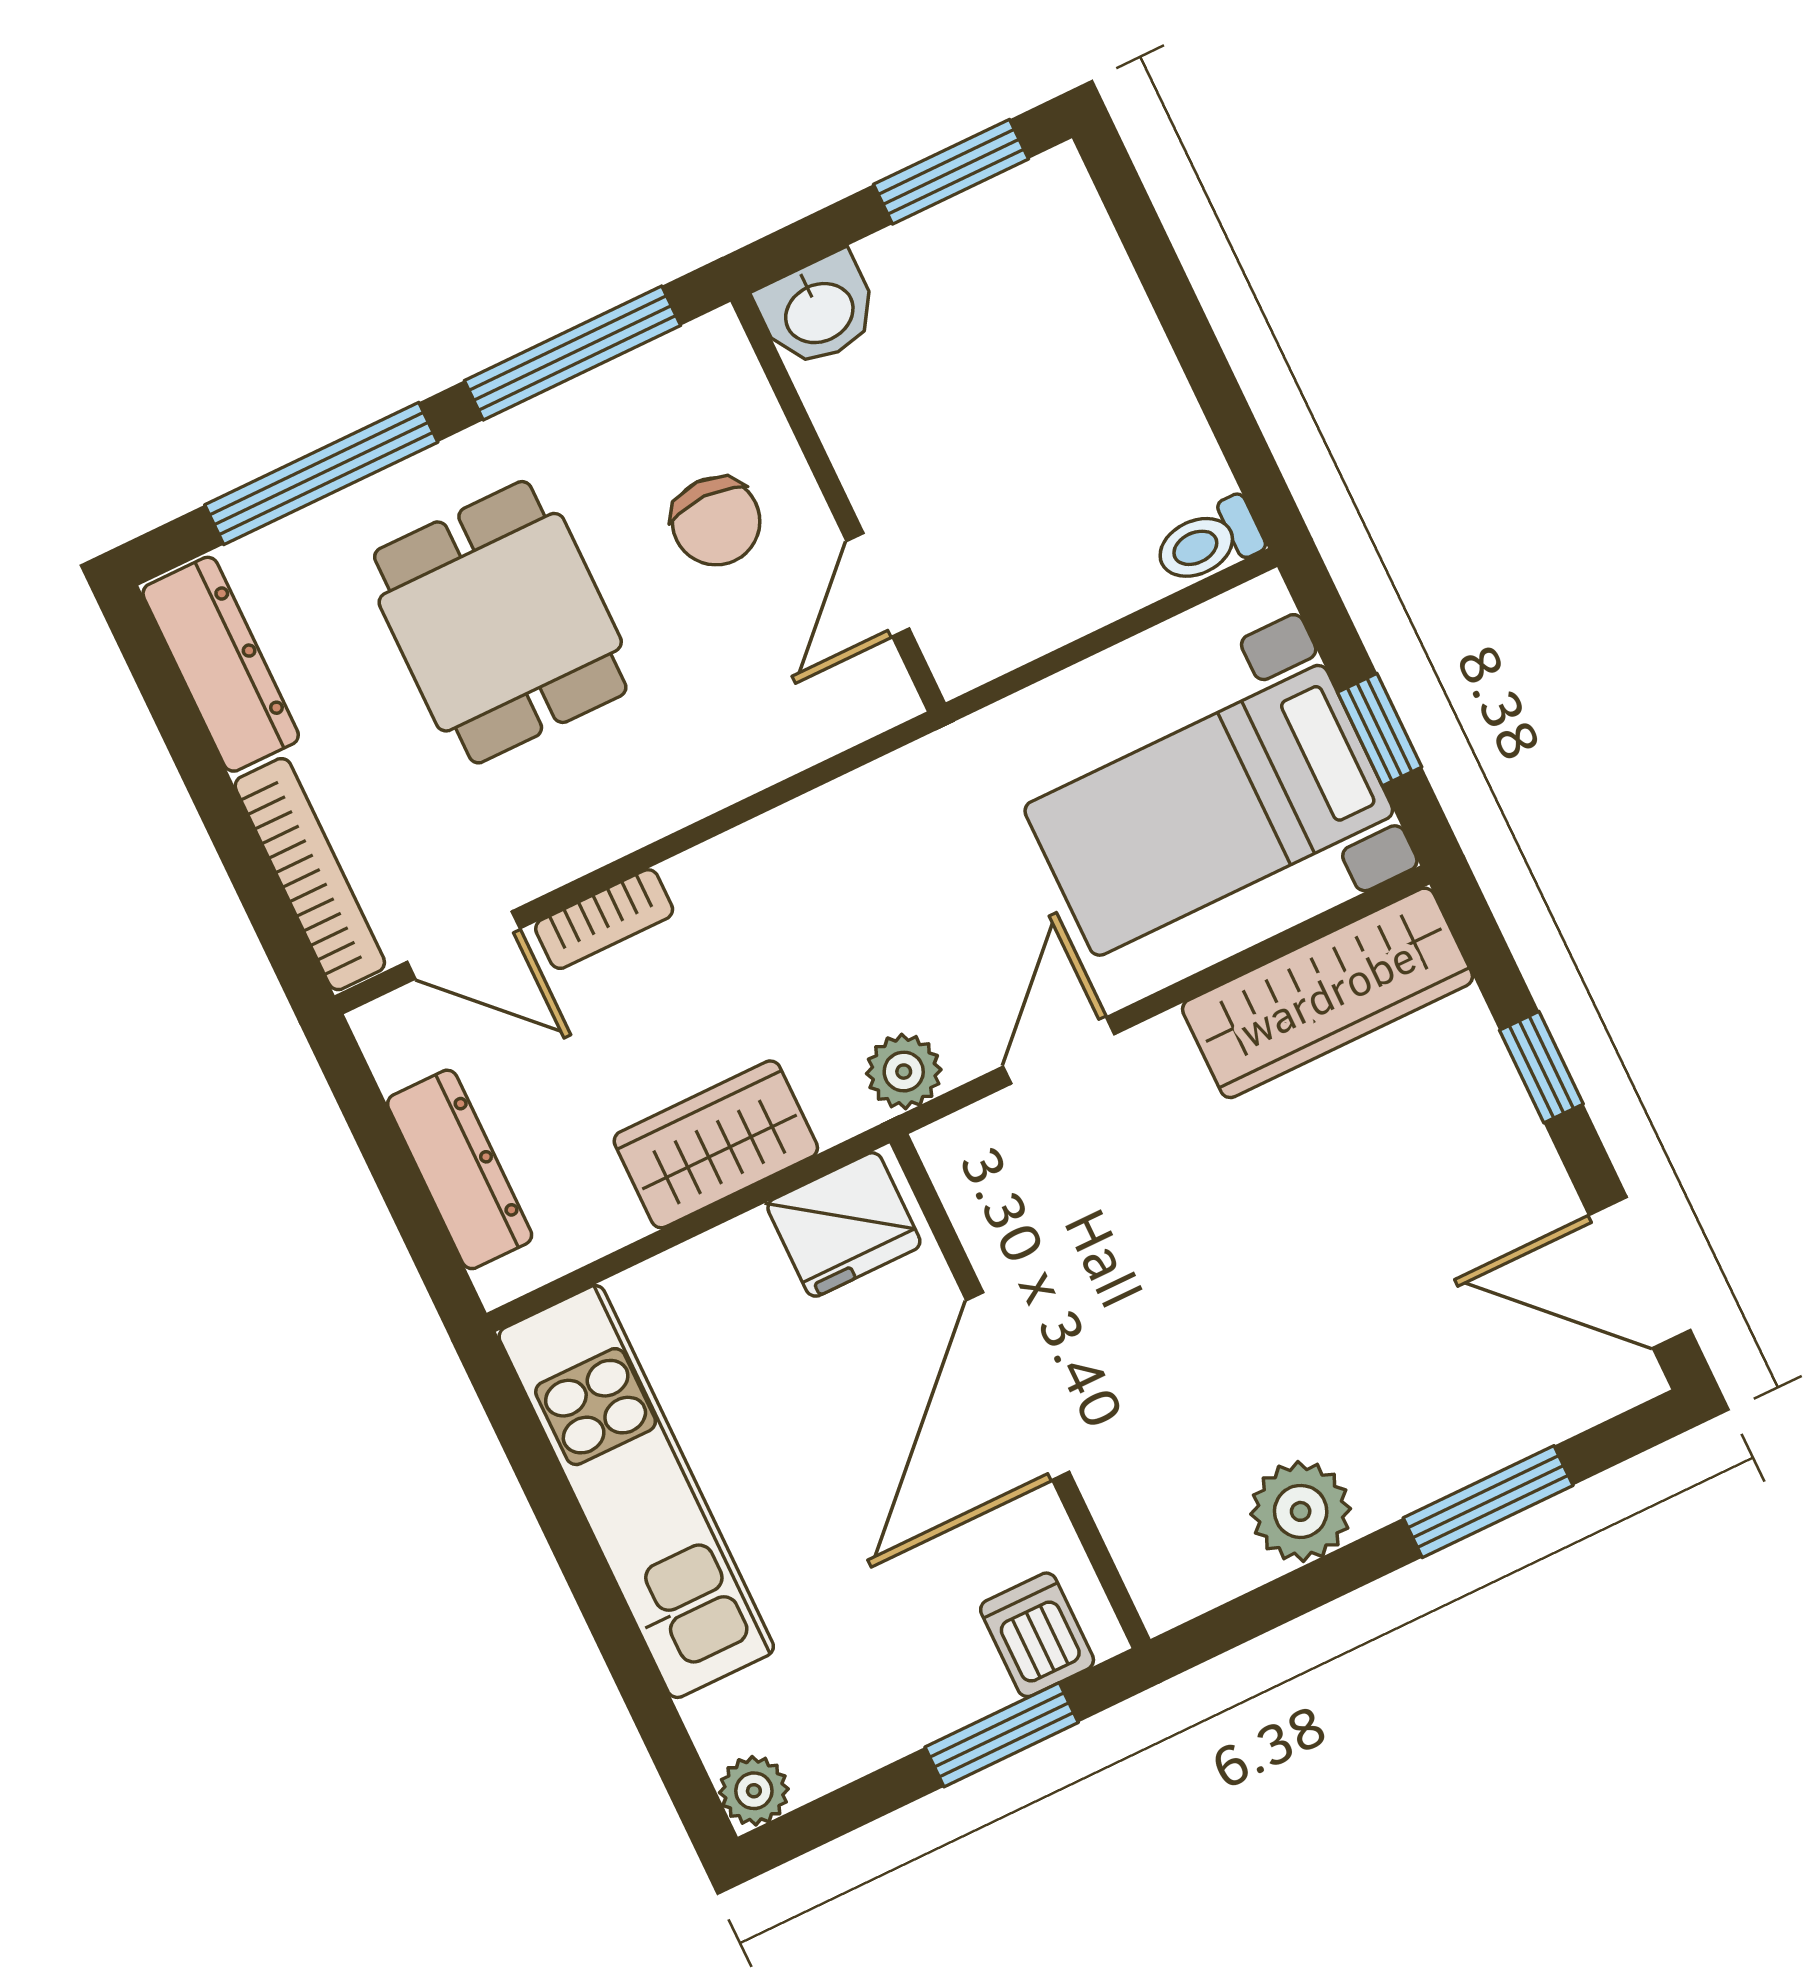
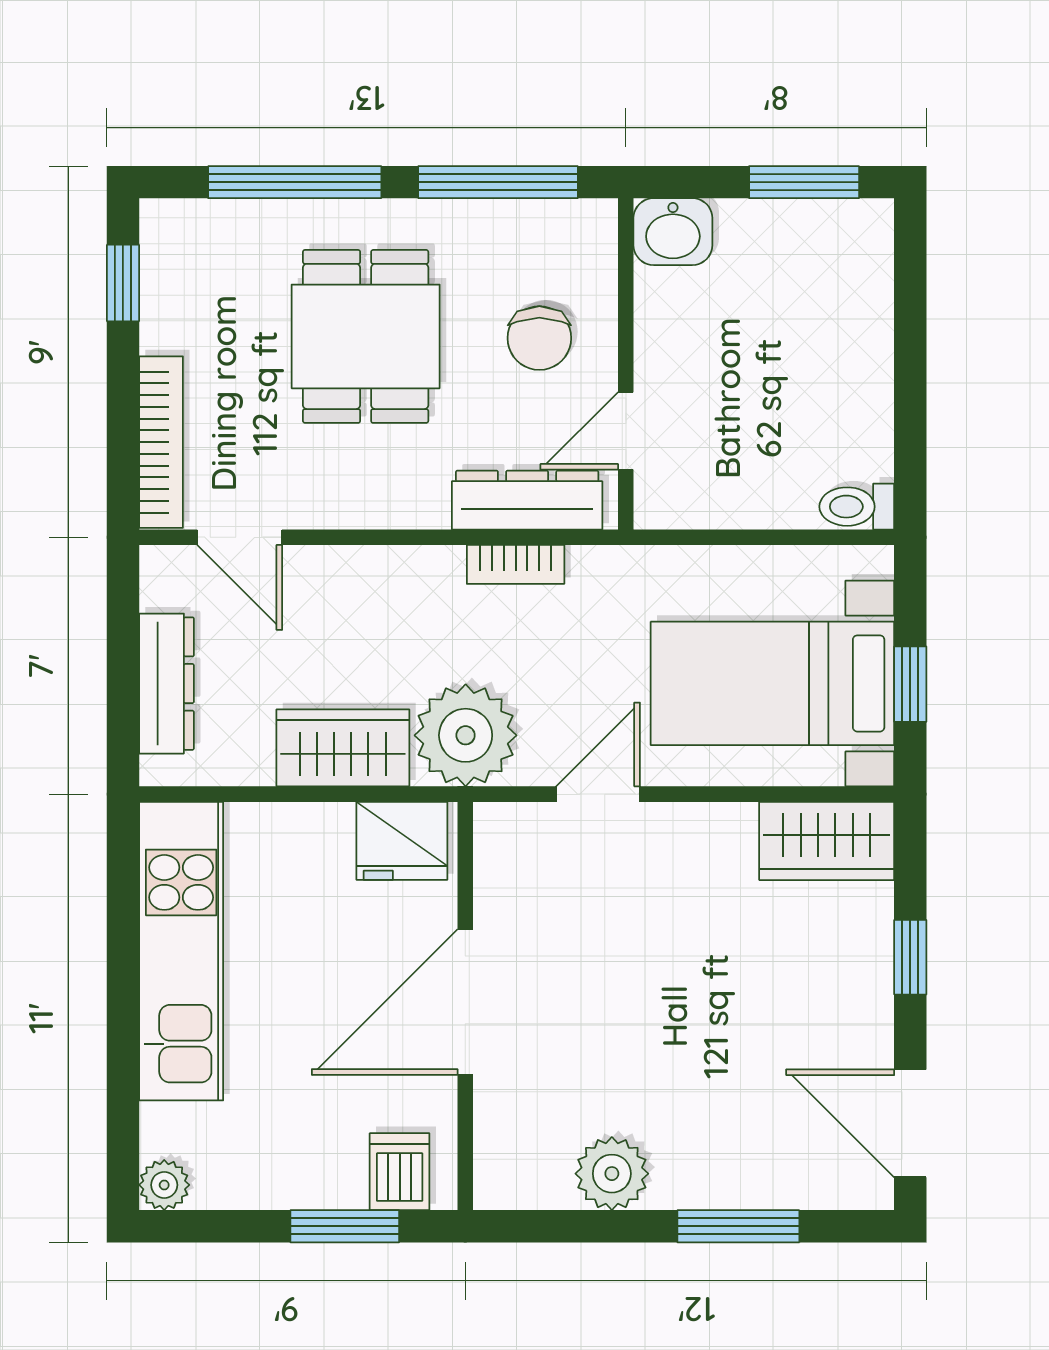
dresser: (221, 664) -> (527, 500), moved, turned -90
window: (169, 700) -> (123, 283), added
bookcase: (604, 919) -> (516, 564), moved
wardrobe: (1327, 993) -> (827, 841), width x0.67
plant: (904, 1072) -> (466, 735), width x1.87, depth x1.87

